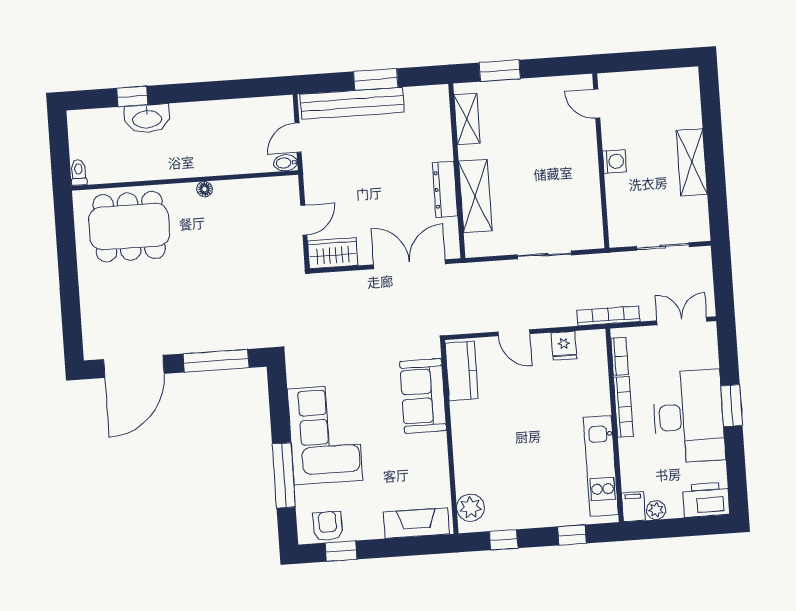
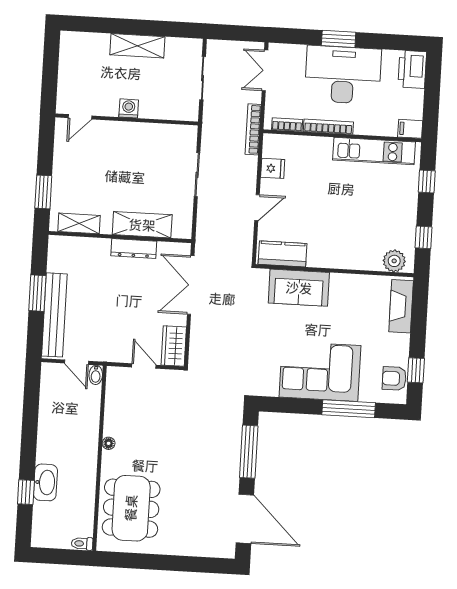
plant: (656, 510) -> (415, 111), removed

